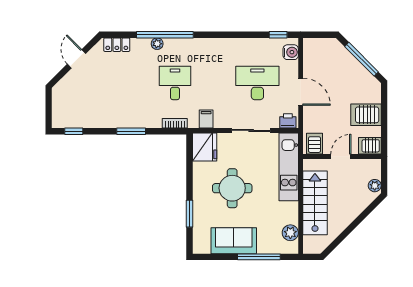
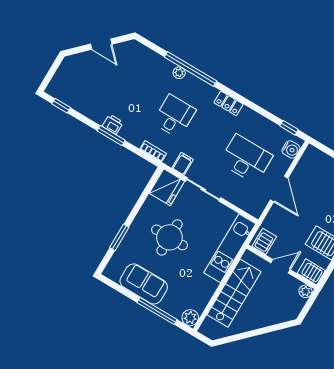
locker: (117, 45) -> (229, 103), moved
door: (77, 59) -> (101, 44), swing flipped
printer: (288, 121) -> (113, 124), moved
sliding door: (251, 130) -> (203, 189), moved
plant: (375, 186) -> (305, 291), moved
plant: (290, 233) -> (190, 318), moved

